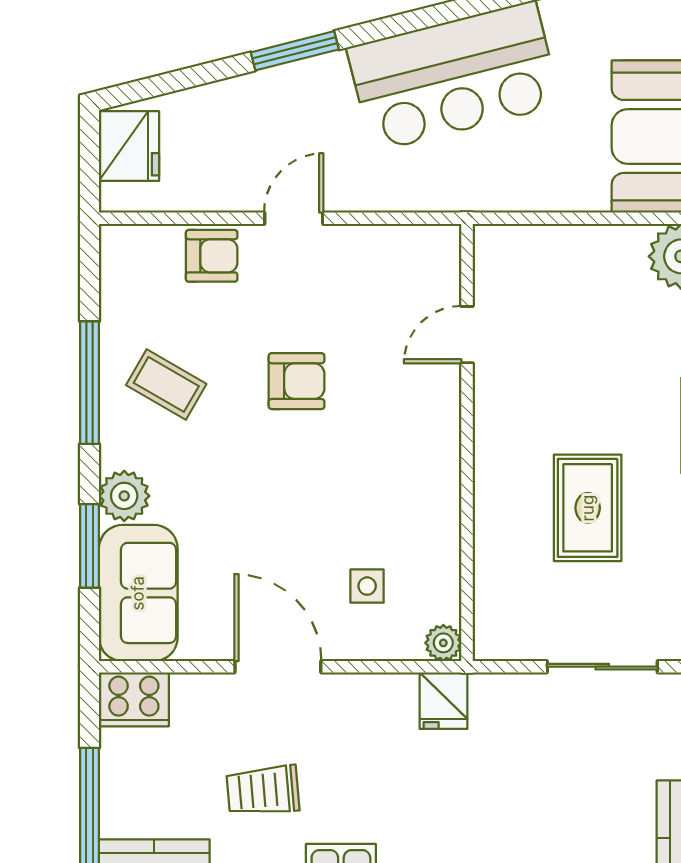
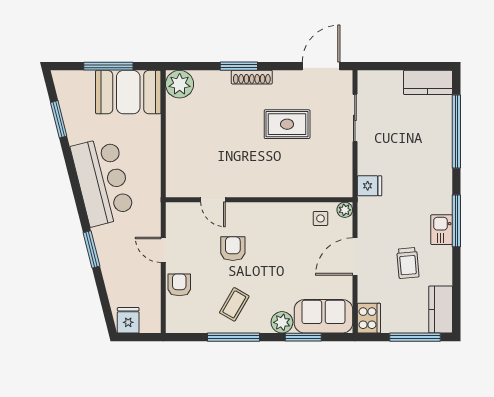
fridge: (129, 146) -> (128, 320), width x0.72
door: (467, 335) -> (213, 200), moved
wall: (467, 442) -> (259, 200), moved
plant: (443, 643) -> (345, 210), moved

